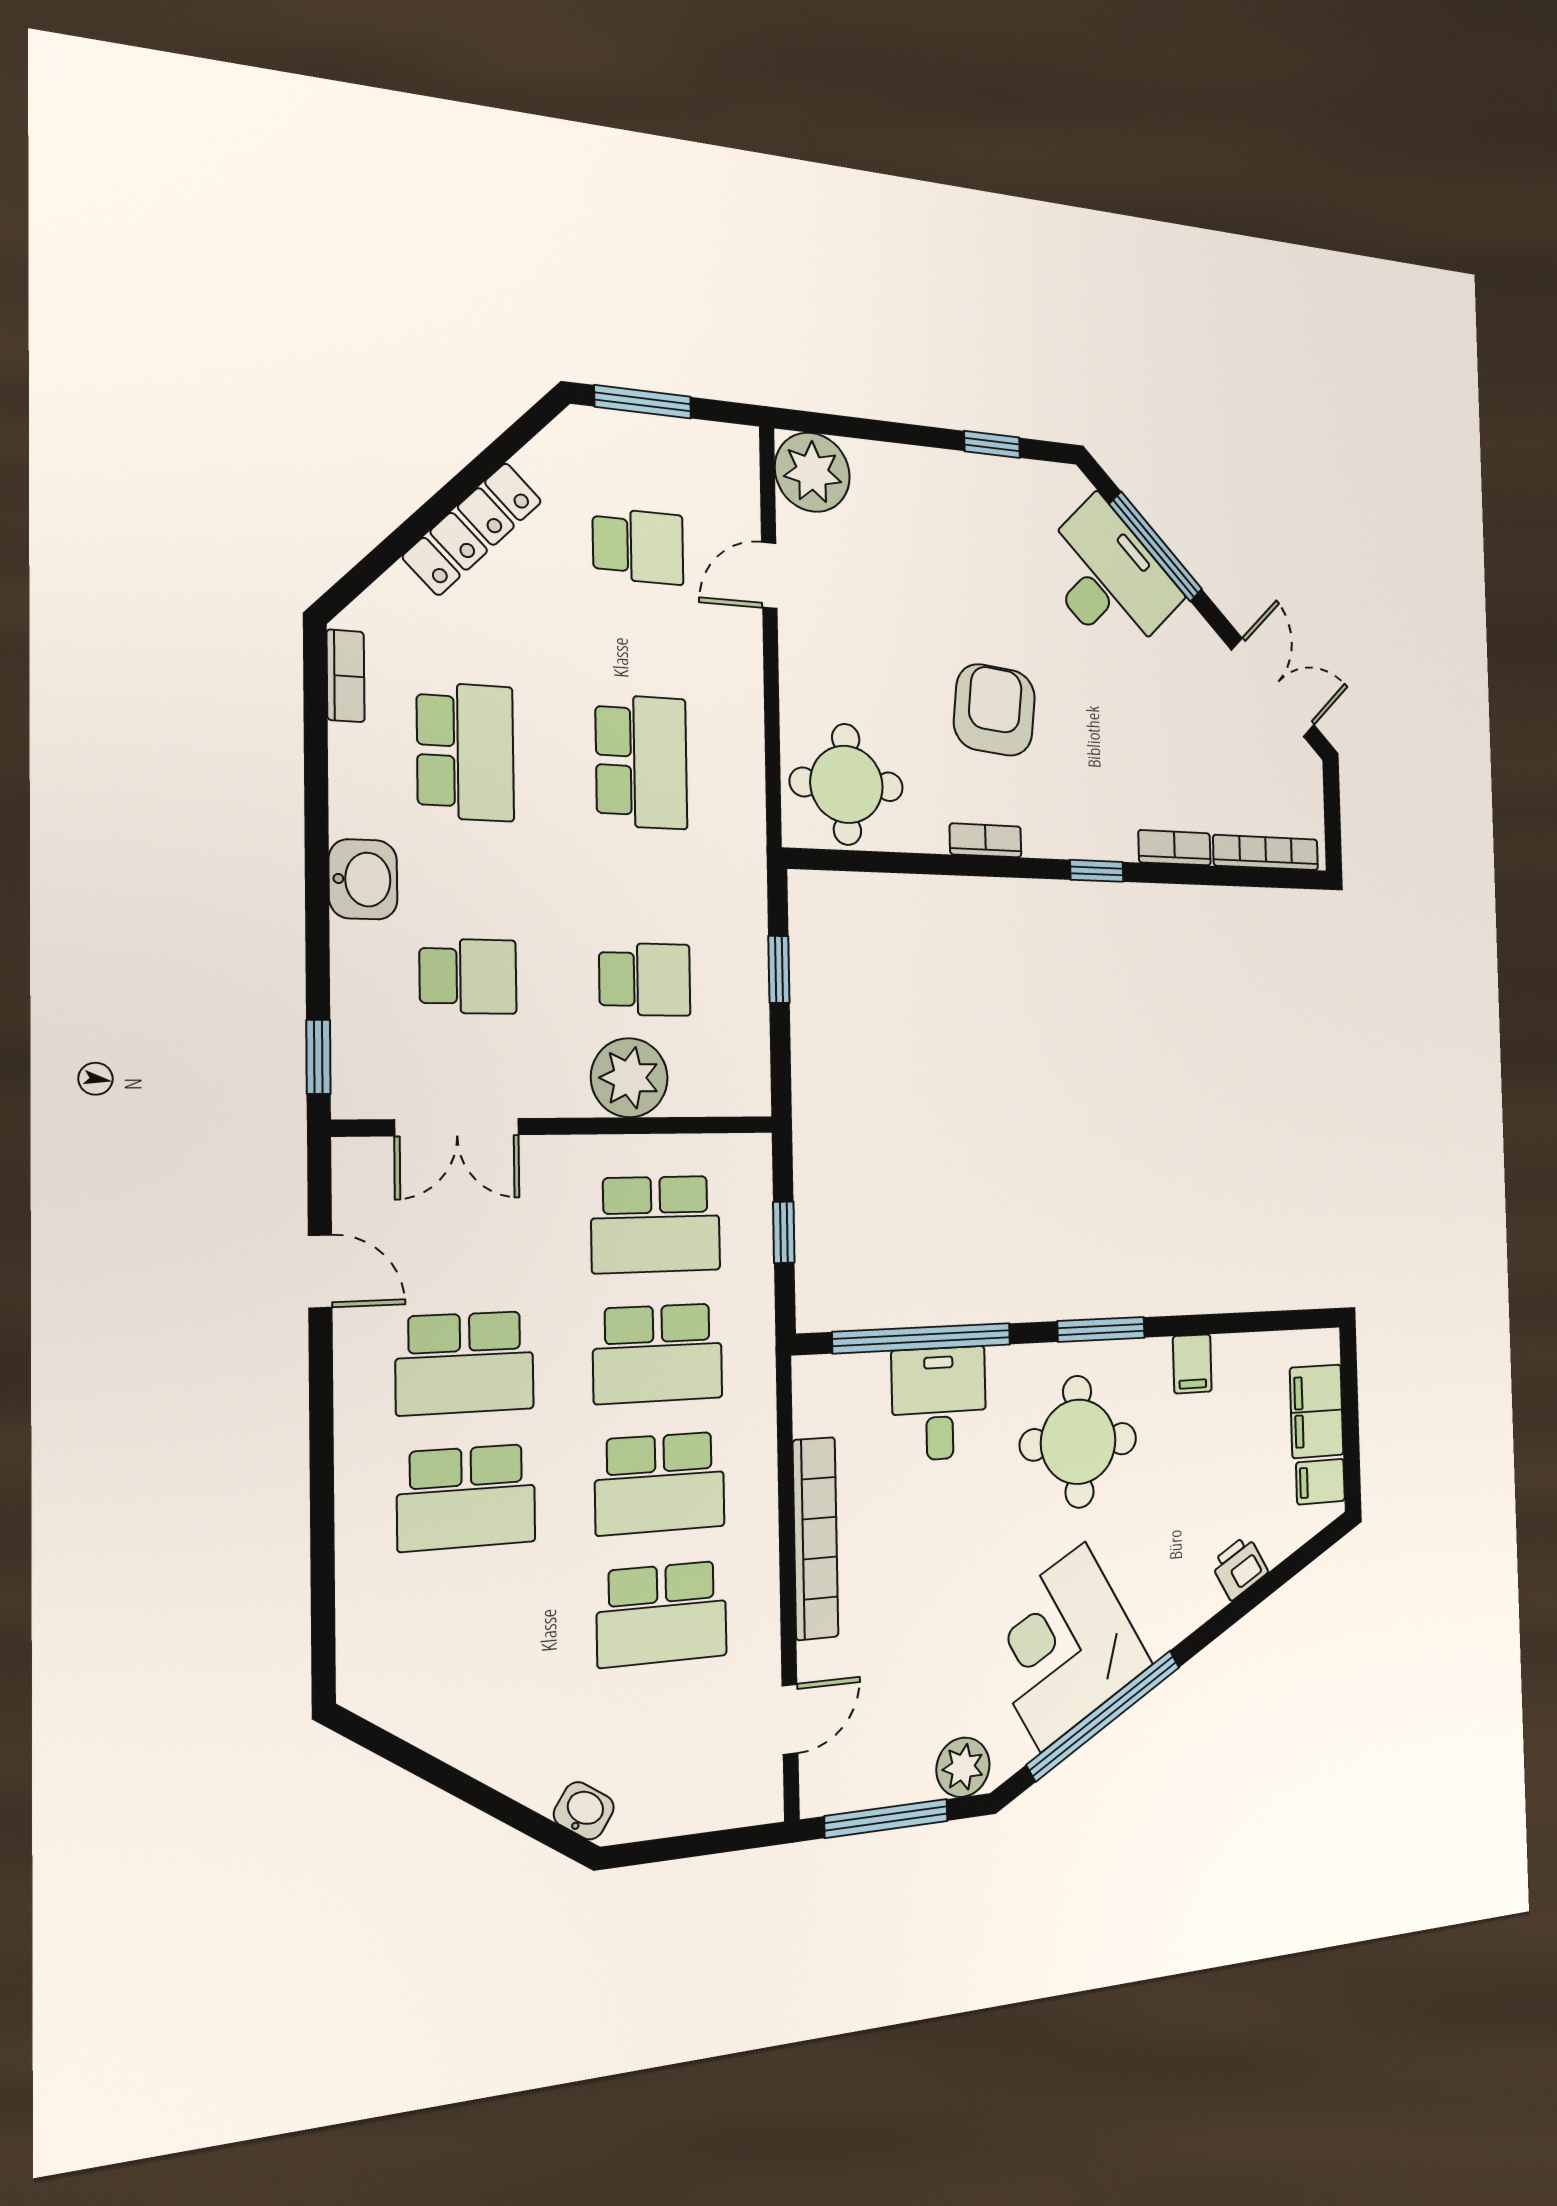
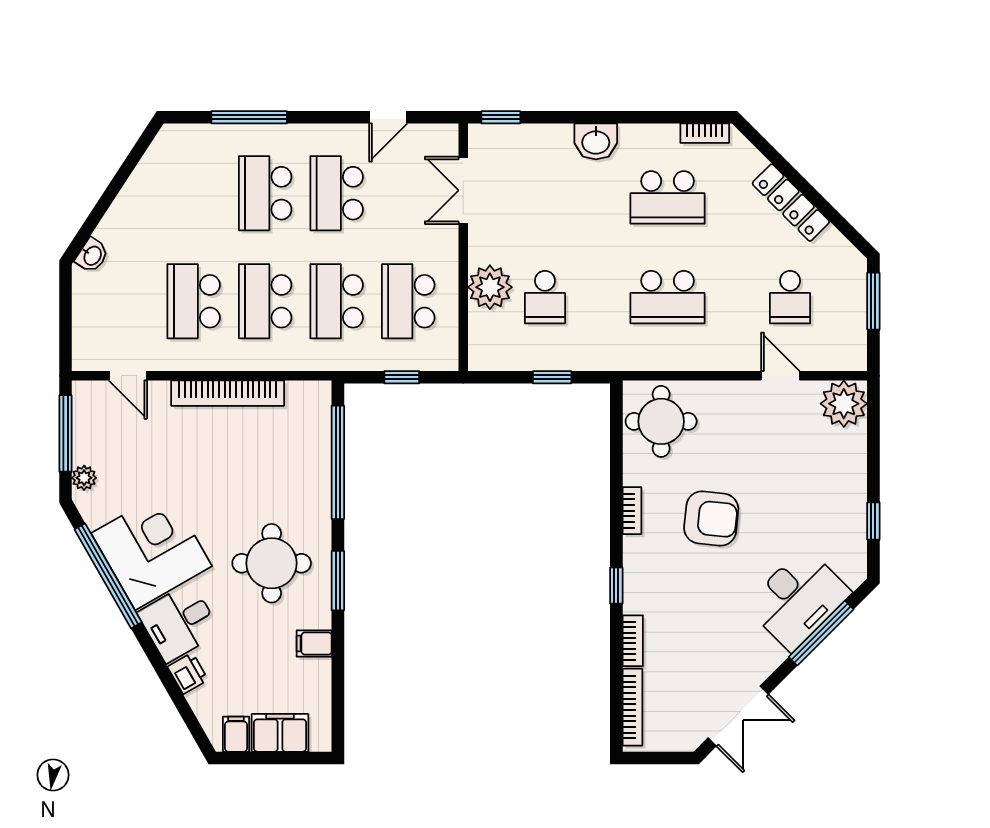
school desk: (468, 976) -> (545, 197), removed
desk: (939, 1404) -> (179, 622), moved, turned 150
window: (322, 1539) -> (249, 117), added
plant: (963, 1767) -> (84, 478), width x0.73, depth x0.73

